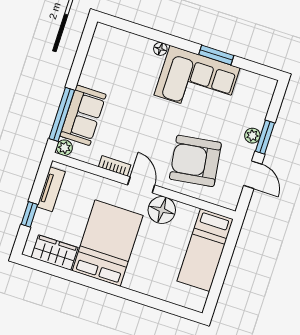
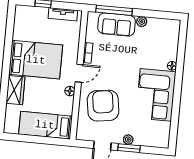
window: (216, 55) -> (176, 104), removed
plant: (64, 148) -> (142, 22), moved
floor lamp: (162, 210) -> (70, 91), width x0.53, depth x0.53
wardrobe: (55, 253) -> (15, 90), moved

